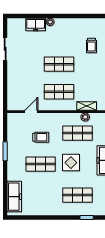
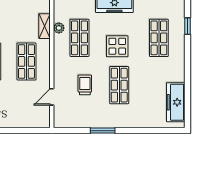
door: (31, 112) -> (52, 97), hinge flipped
freezer: (14, 197) -> (176, 102), moved, turned -90

